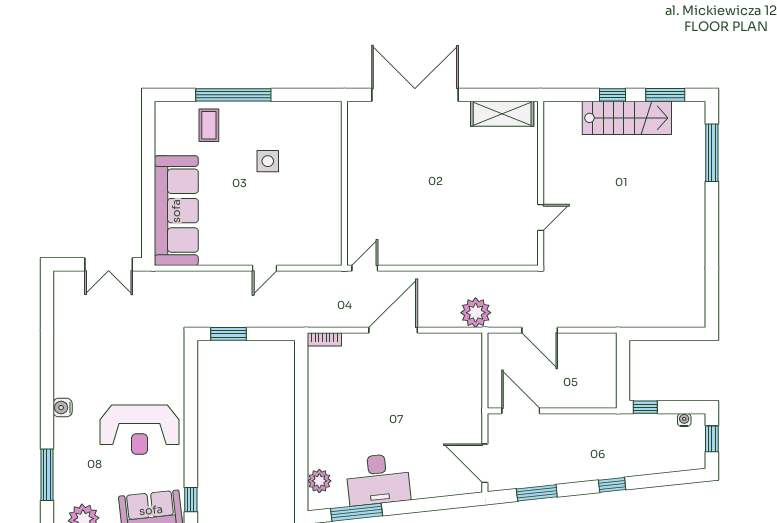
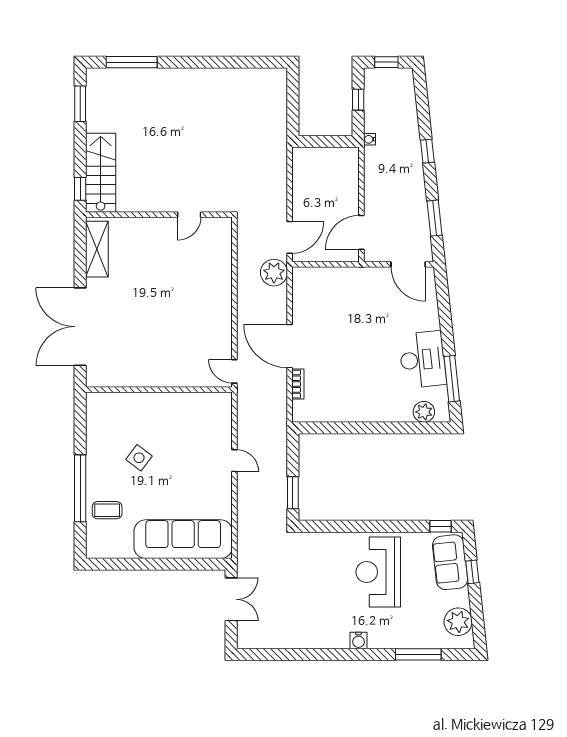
window: (613, 95) -> (80, 189), moved
stairs: (627, 118) -> (101, 173), moved
side table: (268, 161) -> (139, 458), turned 37
door: (541, 217) -> (189, 215), swing flipped
door: (540, 330) -> (290, 237), moved
bookcase: (324, 339) -> (298, 384), moved
window: (645, 407) -> (358, 100), moved
water cooler: (684, 420) -> (370, 139), moved
reception desk: (139, 430) -> (378, 572), turned 180
door: (485, 463) -> (408, 264), hinge flipped

